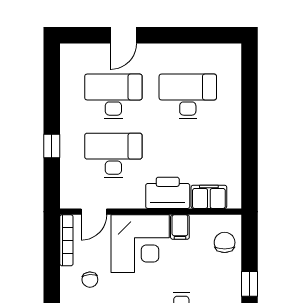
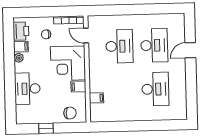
door: (123, 35) -> (190, 50), hinge flipped
window: (52, 146) -> (124, 10), removed
printer: (168, 193) -> (98, 79), removed
filing cabinet: (209, 197) -> (96, 98), width x0.50

